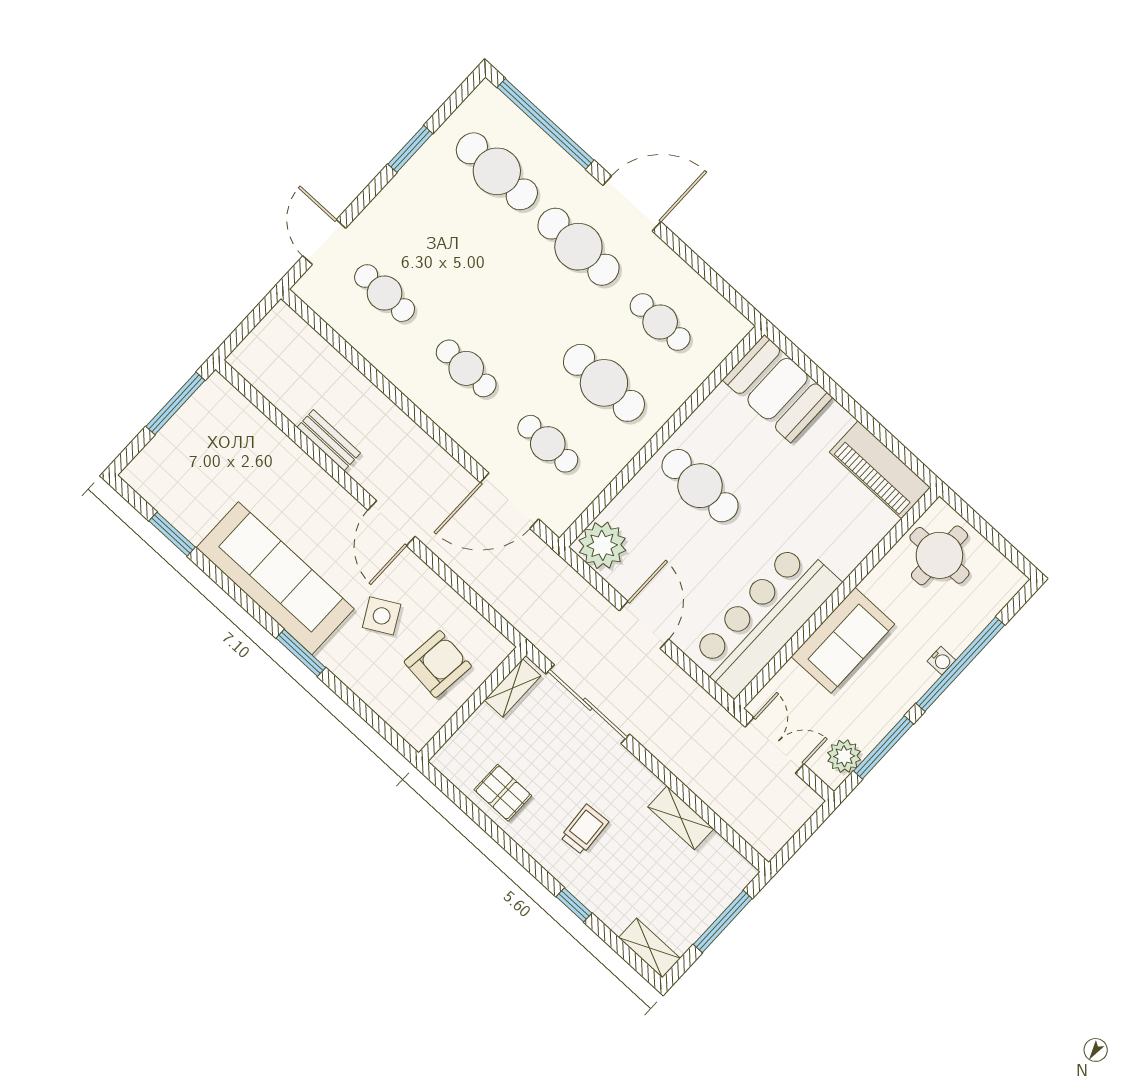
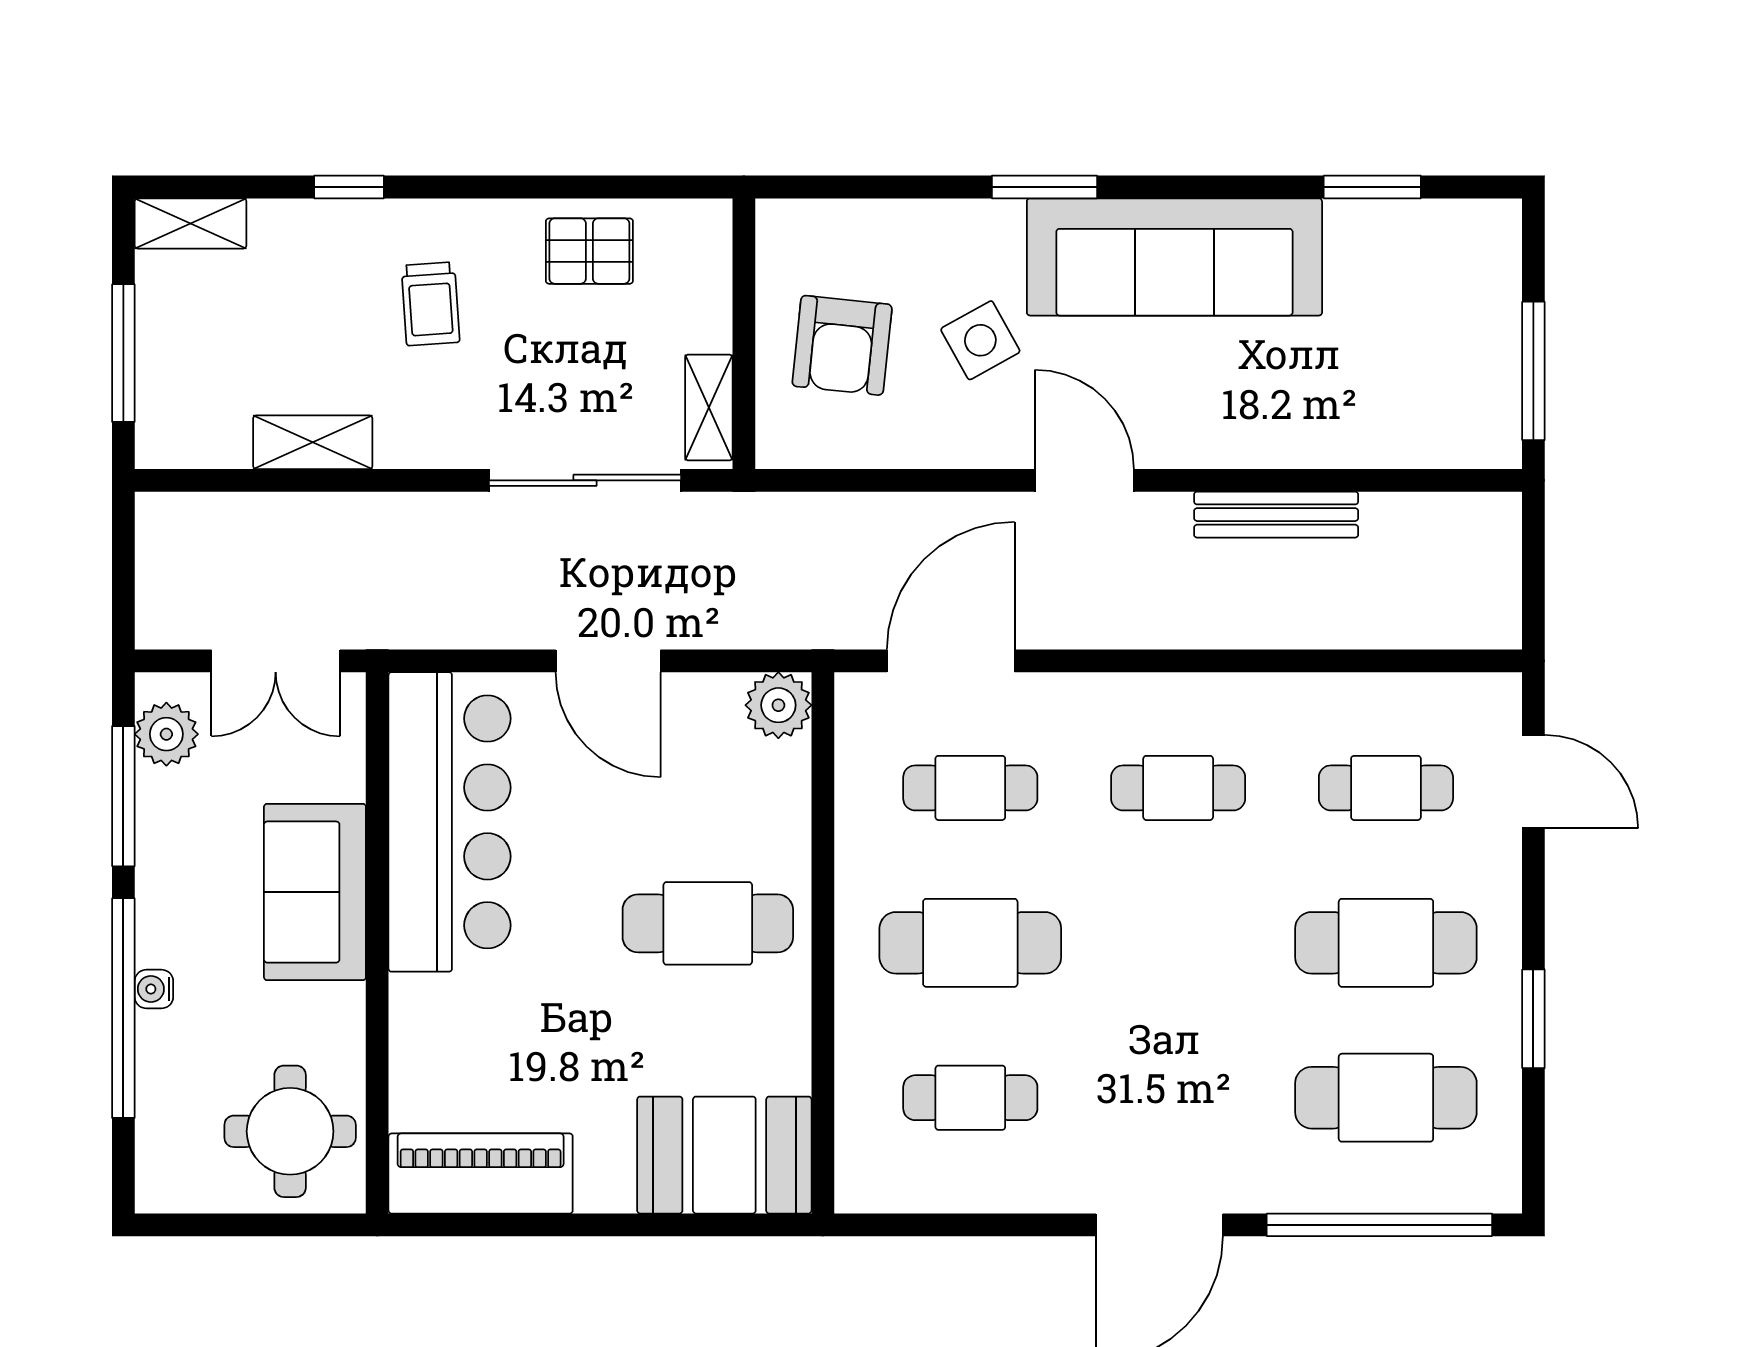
cafe table: (578, 247) -> (1386, 943), moved
bench: (329, 440) -> (1276, 515), width x1.36
plant: (602, 545) -> (778, 705), width x0.73, depth x0.73

